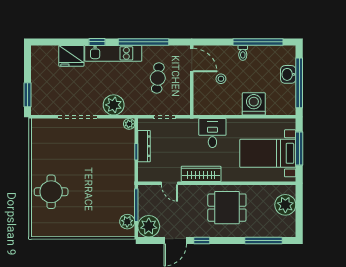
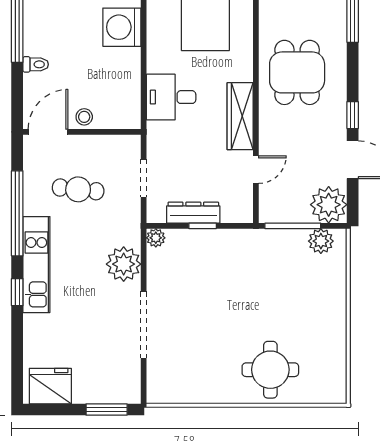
toilet: (243, 53) -> (36, 64), moved
fridge: (71, 56) -> (50, 386), moved, turned -90
stool: (221, 79) -> (84, 117), moved

